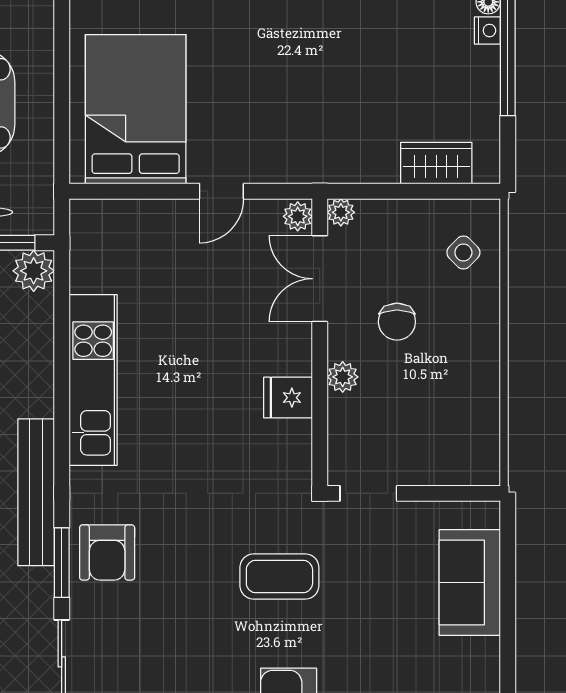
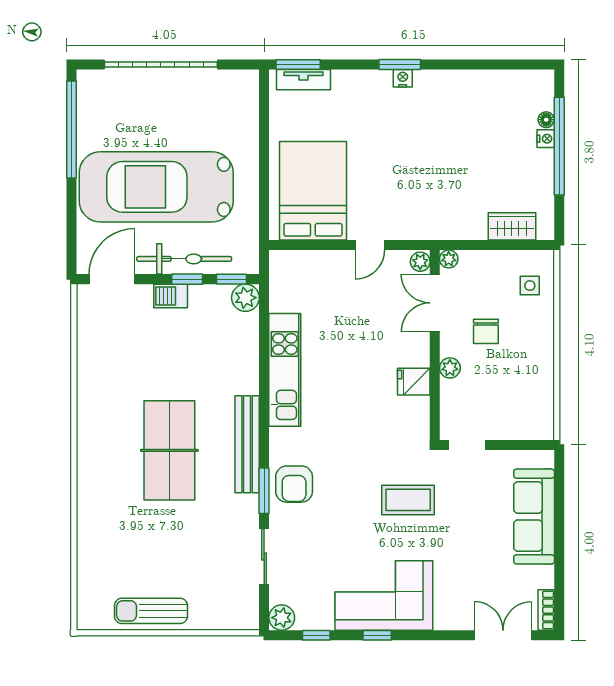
side table: (463, 252) -> (530, 286), turned 45
sofa: (470, 583) -> (534, 517), width x1.36

